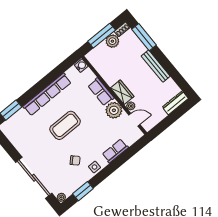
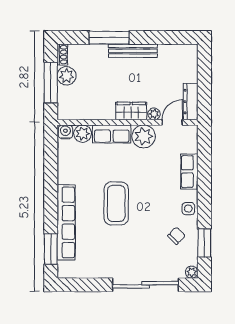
window: (144, 37) -> (109, 38), moved
plant: (88, 76) -> (83, 134), added
row of seats: (47, 94) -> (66, 222), moved
dresser: (175, 103) -> (191, 102), moved
chair: (75, 160) -> (176, 236), moved

